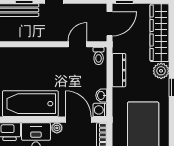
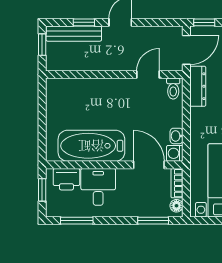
dresser: (119, 70) -> (198, 86), moved
plant: (57, 128) -> (123, 175), removed

